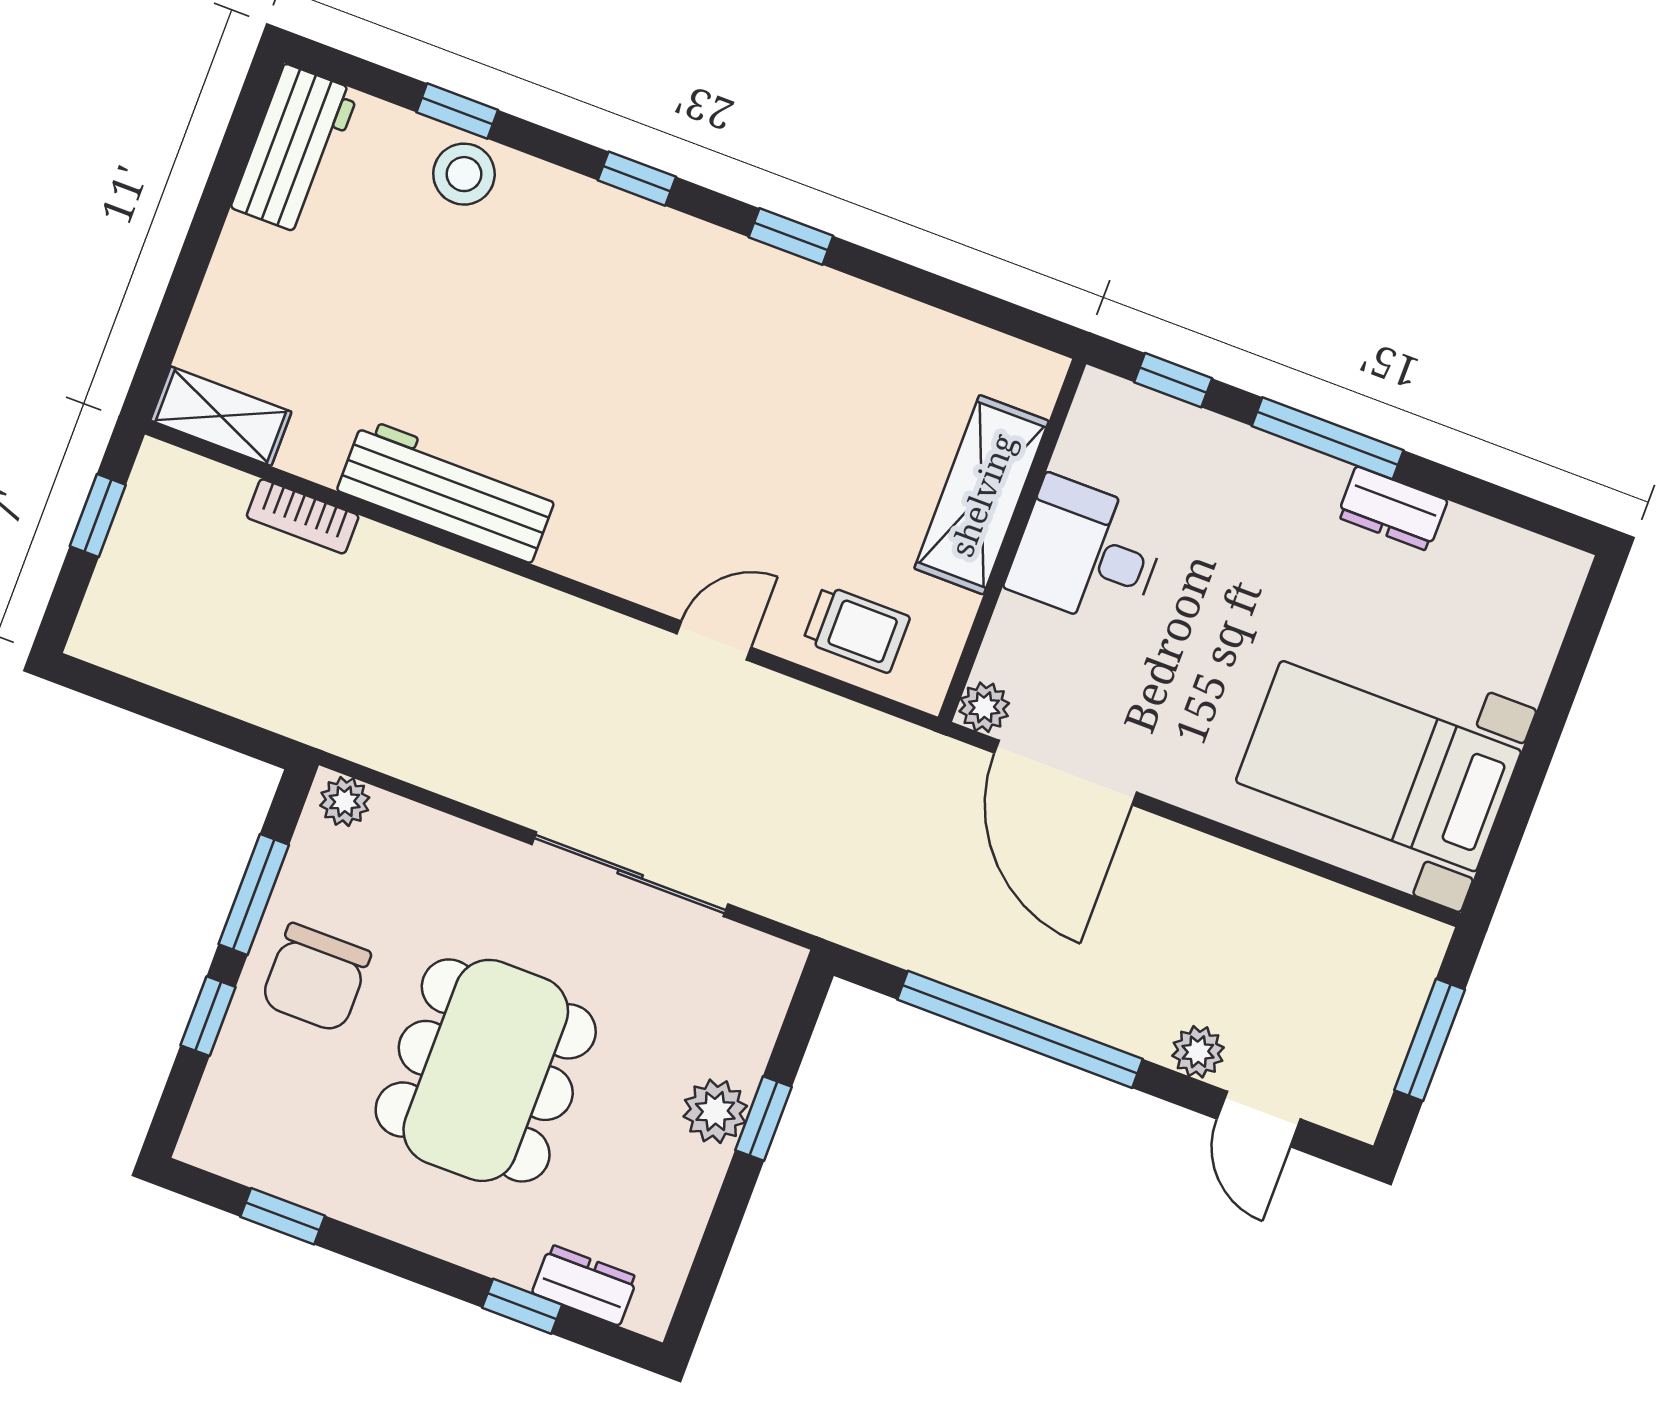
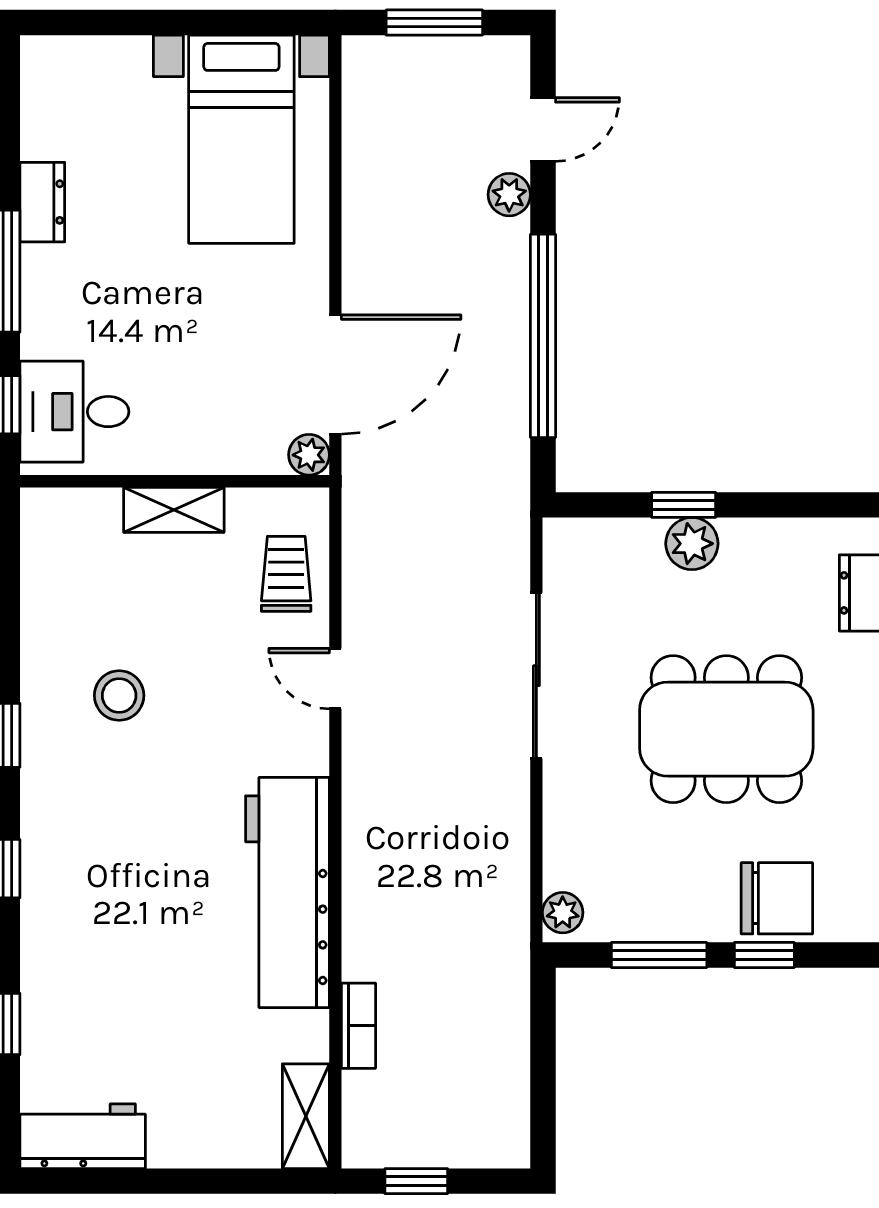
stool: (464, 174) -> (119, 695), moved
workbench: (448, 491) -> (288, 892), width x1.36, depth x1.32
shelving: (982, 495) -> (174, 510), width x0.67, depth x0.75
desk: (1087, 553) -> (74, 412), moved, turned 90
chair: (316, 978) -> (777, 898), moved

